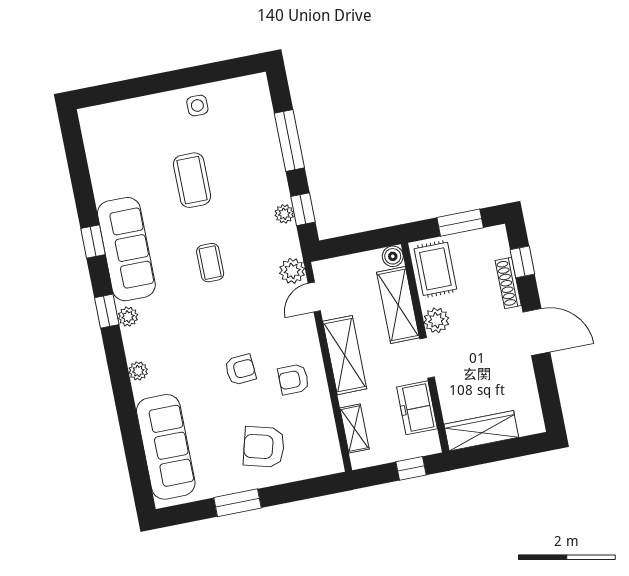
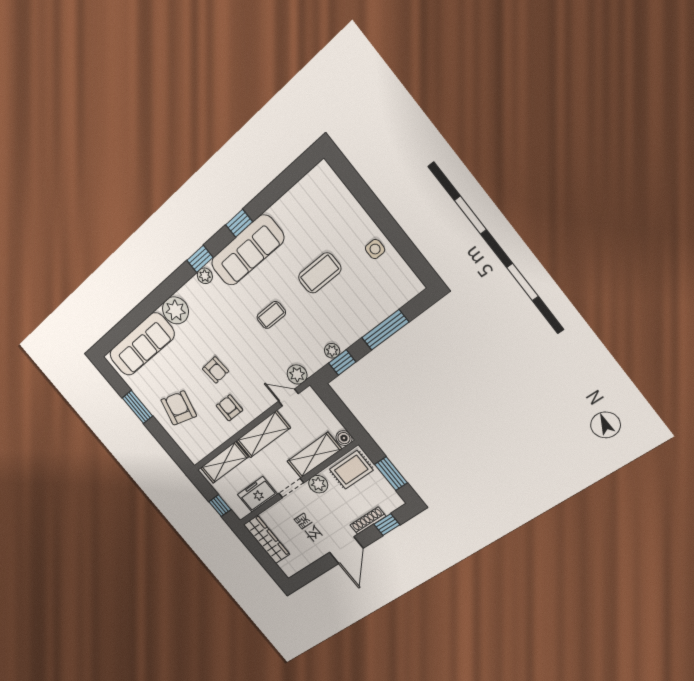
plant: (138, 371) -> (175, 310), width x1.87, depth x1.87
shelving: (354, 429) -> (224, 462), width x1.50, depth x1.33

